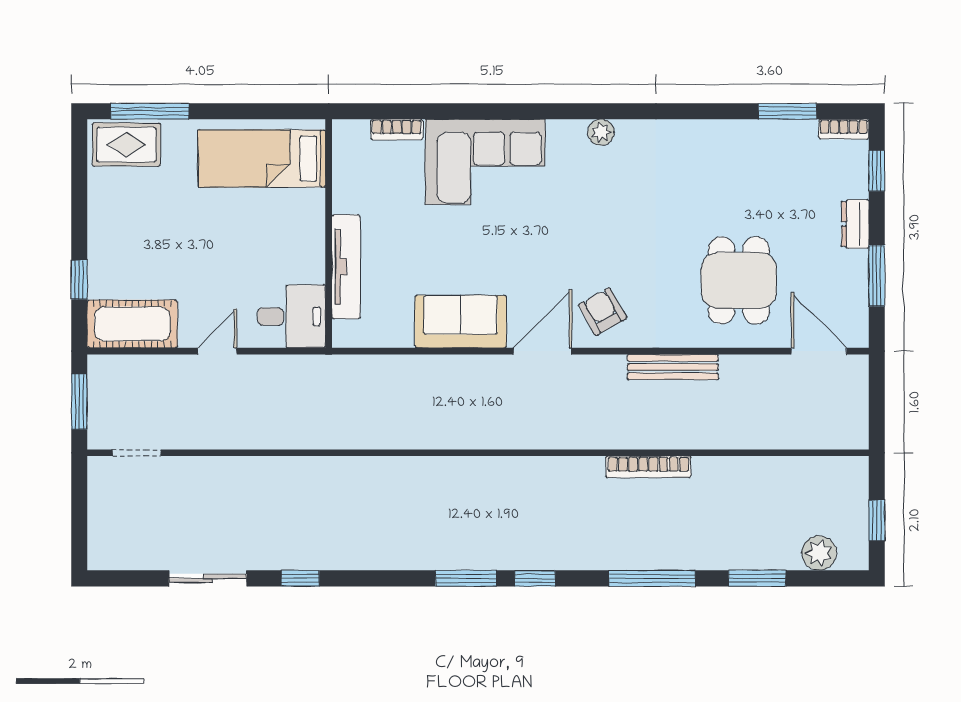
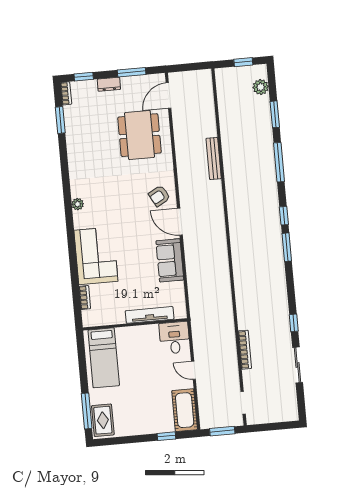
dining table: (739, 280) -> (139, 135), width x1.37
bench: (673, 367) -> (214, 159), moved
bookcase: (648, 467) -> (245, 350), moved

